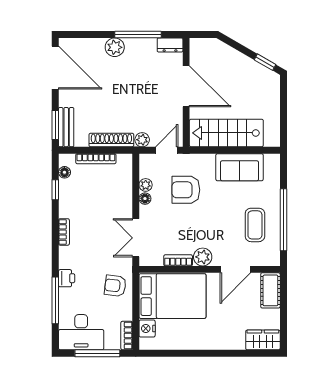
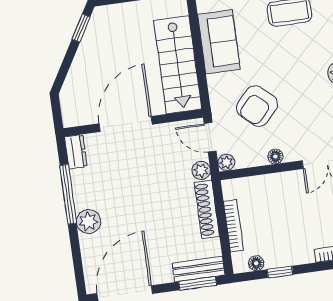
plant: (146, 185) -> (226, 162), moved
armchair: (186, 190) -> (257, 106), turned 42

